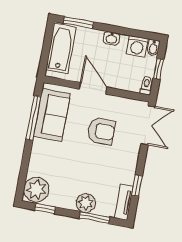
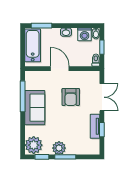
sofa: (52, 115) -> (35, 108), moved
double door: (148, 125) -> (102, 97), moved
armchair: (101, 131) -> (71, 97), turned 90
tv unit: (124, 202) -> (95, 126), moved
plant: (86, 203) -> (59, 148), moved
window: (94, 218) -> (65, 157), moved

